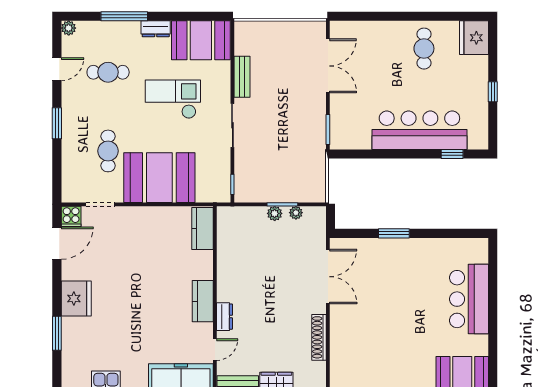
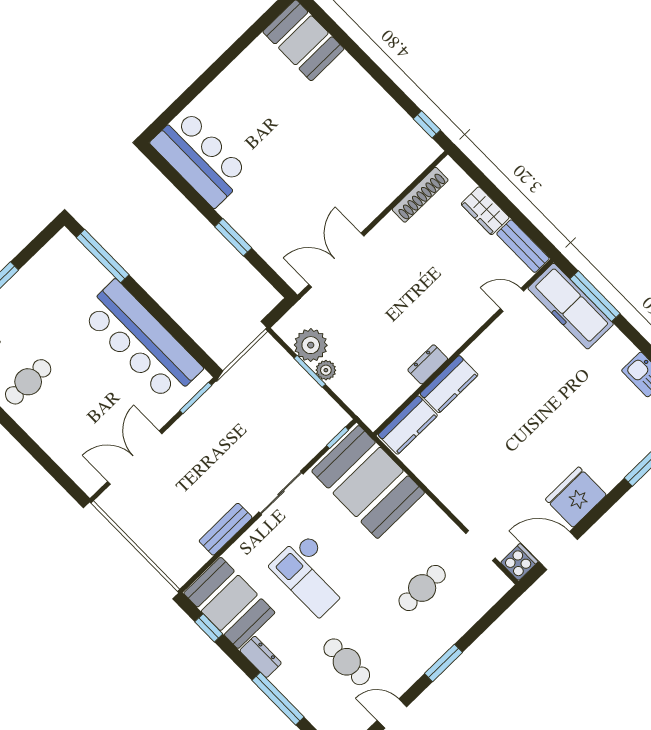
window: (198, 16) -> (209, 628), added
bar counter: (419, 130) -> (141, 341), moved
window: (452, 154) -> (103, 256), width x2.17
booth: (159, 178) -> (368, 482), moved
plant: (296, 213) -> (311, 345), width x1.87, depth x1.87
fridge: (76, 298) -> (576, 497), moved
bar counter: (469, 299) -> (200, 158), moved, turned -90
kitchen counter: (203, 301) -> (449, 384), moved
dresser: (224, 317) -> (428, 364), moved
shoe rack: (319, 337) -> (420, 195), moved

